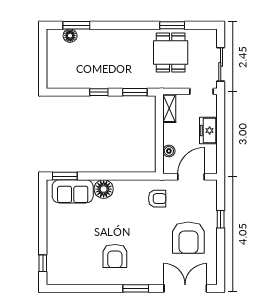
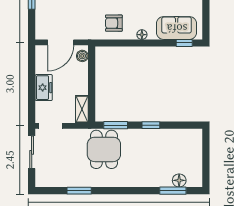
dining table: (171, 52) -> (104, 149), moved
boiler: (169, 151) -> (82, 56), moved
window: (65, 176) -> (184, 43), width x0.67
floor lamp: (104, 189) -> (142, 35), width x0.53, depth x0.53
armchair: (157, 199) -> (114, 23), moved

